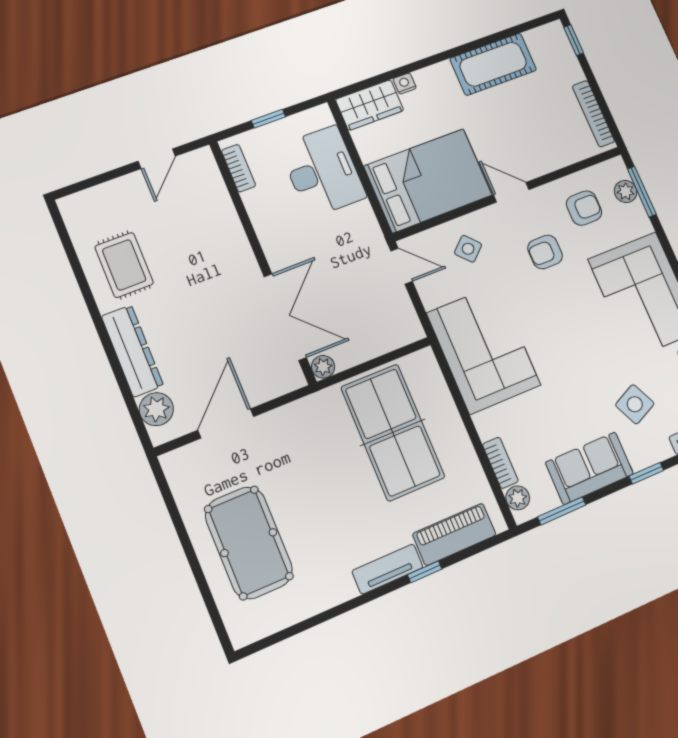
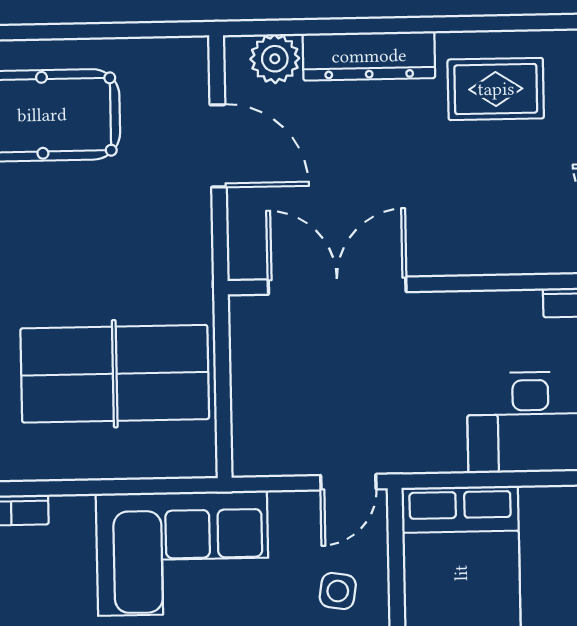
side table: (468, 249) -> (338, 591), turned -38
double door: (285, 317) -> (337, 286), swing flipped
plant: (323, 367) -> (245, 312), removed

